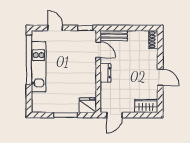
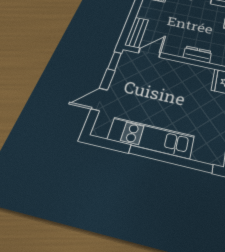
window: (29, 60) -> (171, 159), moved
dresser: (105, 73) -> (197, 54), moved

